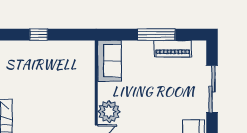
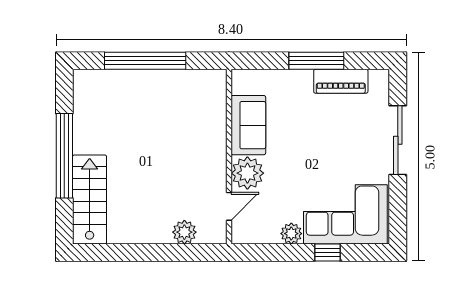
window: (39, 35) -> (145, 61), width x3.17
sofa: (109, 61) -> (248, 125), moved

